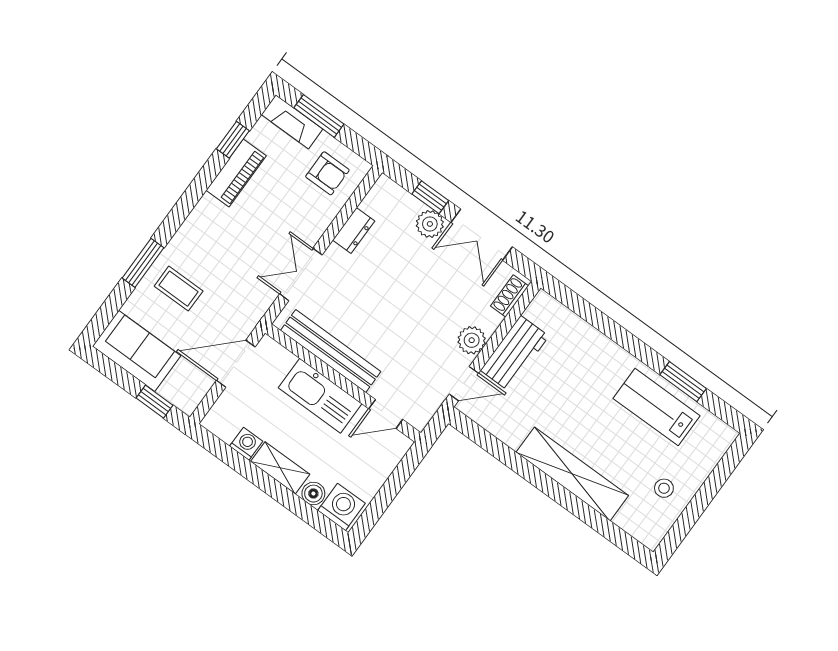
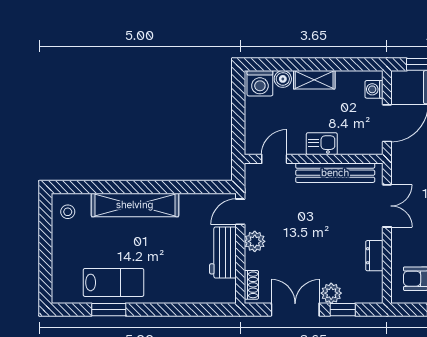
kitchen sink: (320, 396) -> (322, 144), width x0.53, depth x0.81
washing machine: (246, 444) -> (374, 89), moved, turned 90
stool: (664, 488) -> (68, 212), moved

